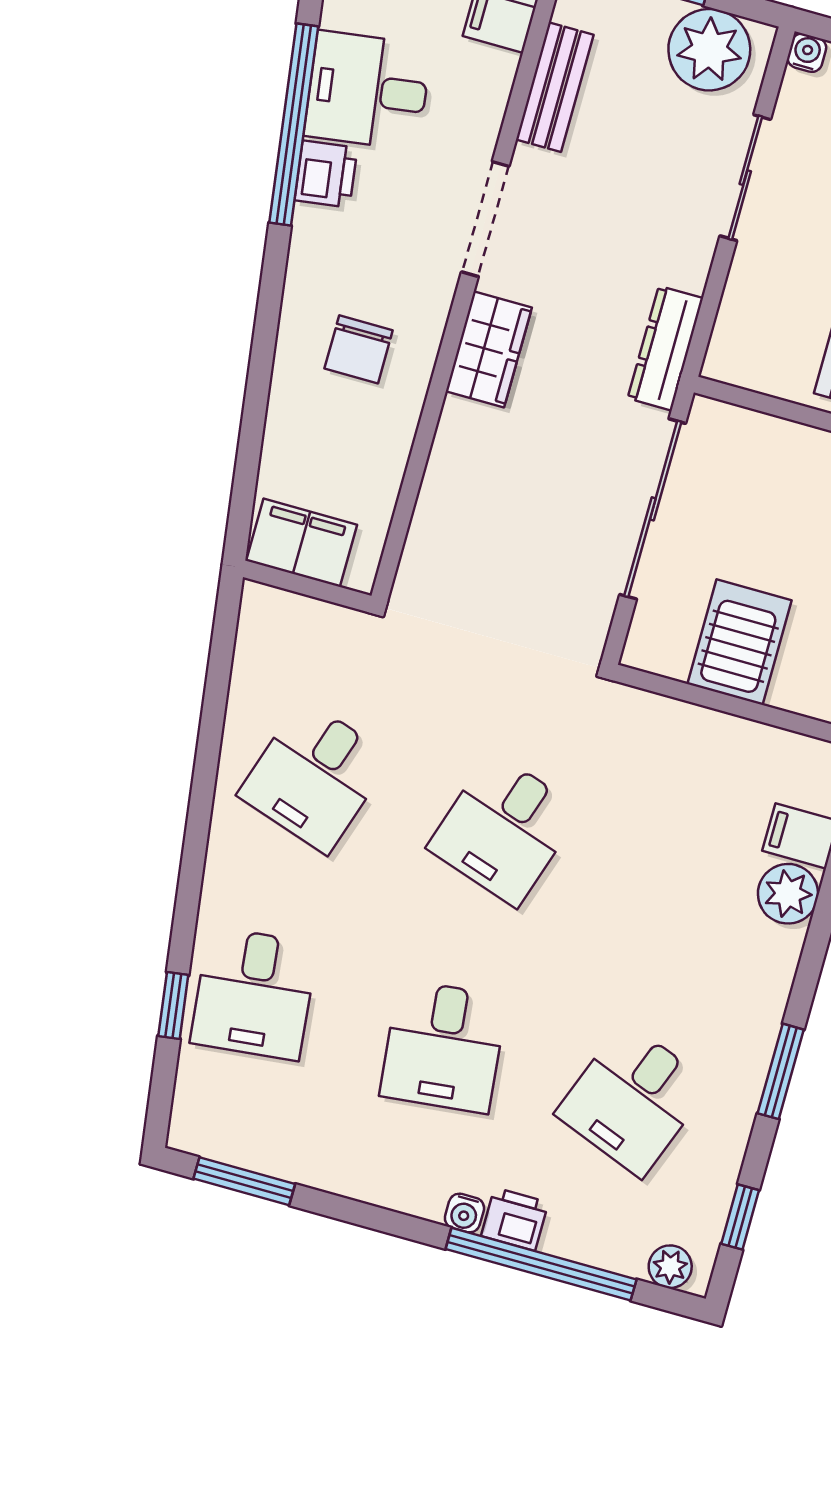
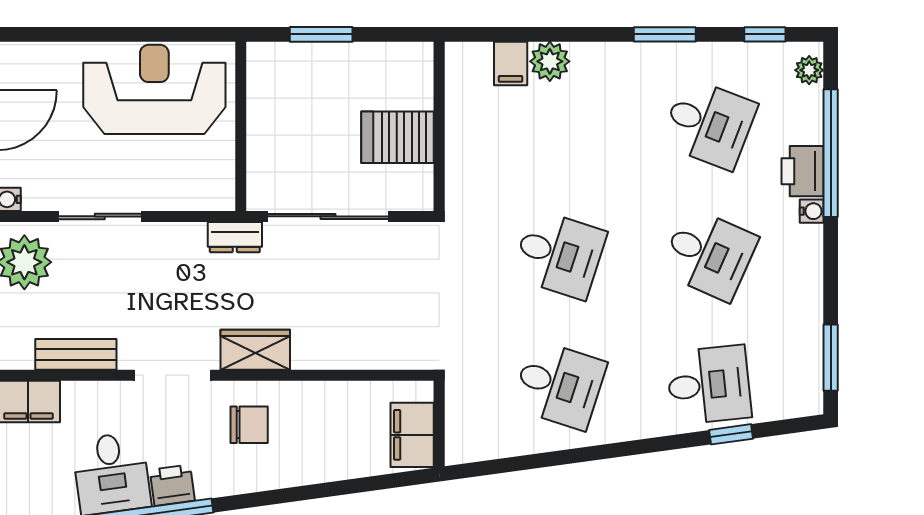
dresser: (665, 348) -> (235, 237), width x0.70
chair: (359, 349) -> (249, 425), moved
desk: (443, 1046) -> (709, 254), turned 30
printer: (515, 1219) -> (802, 171), width x1.36, depth x1.24

